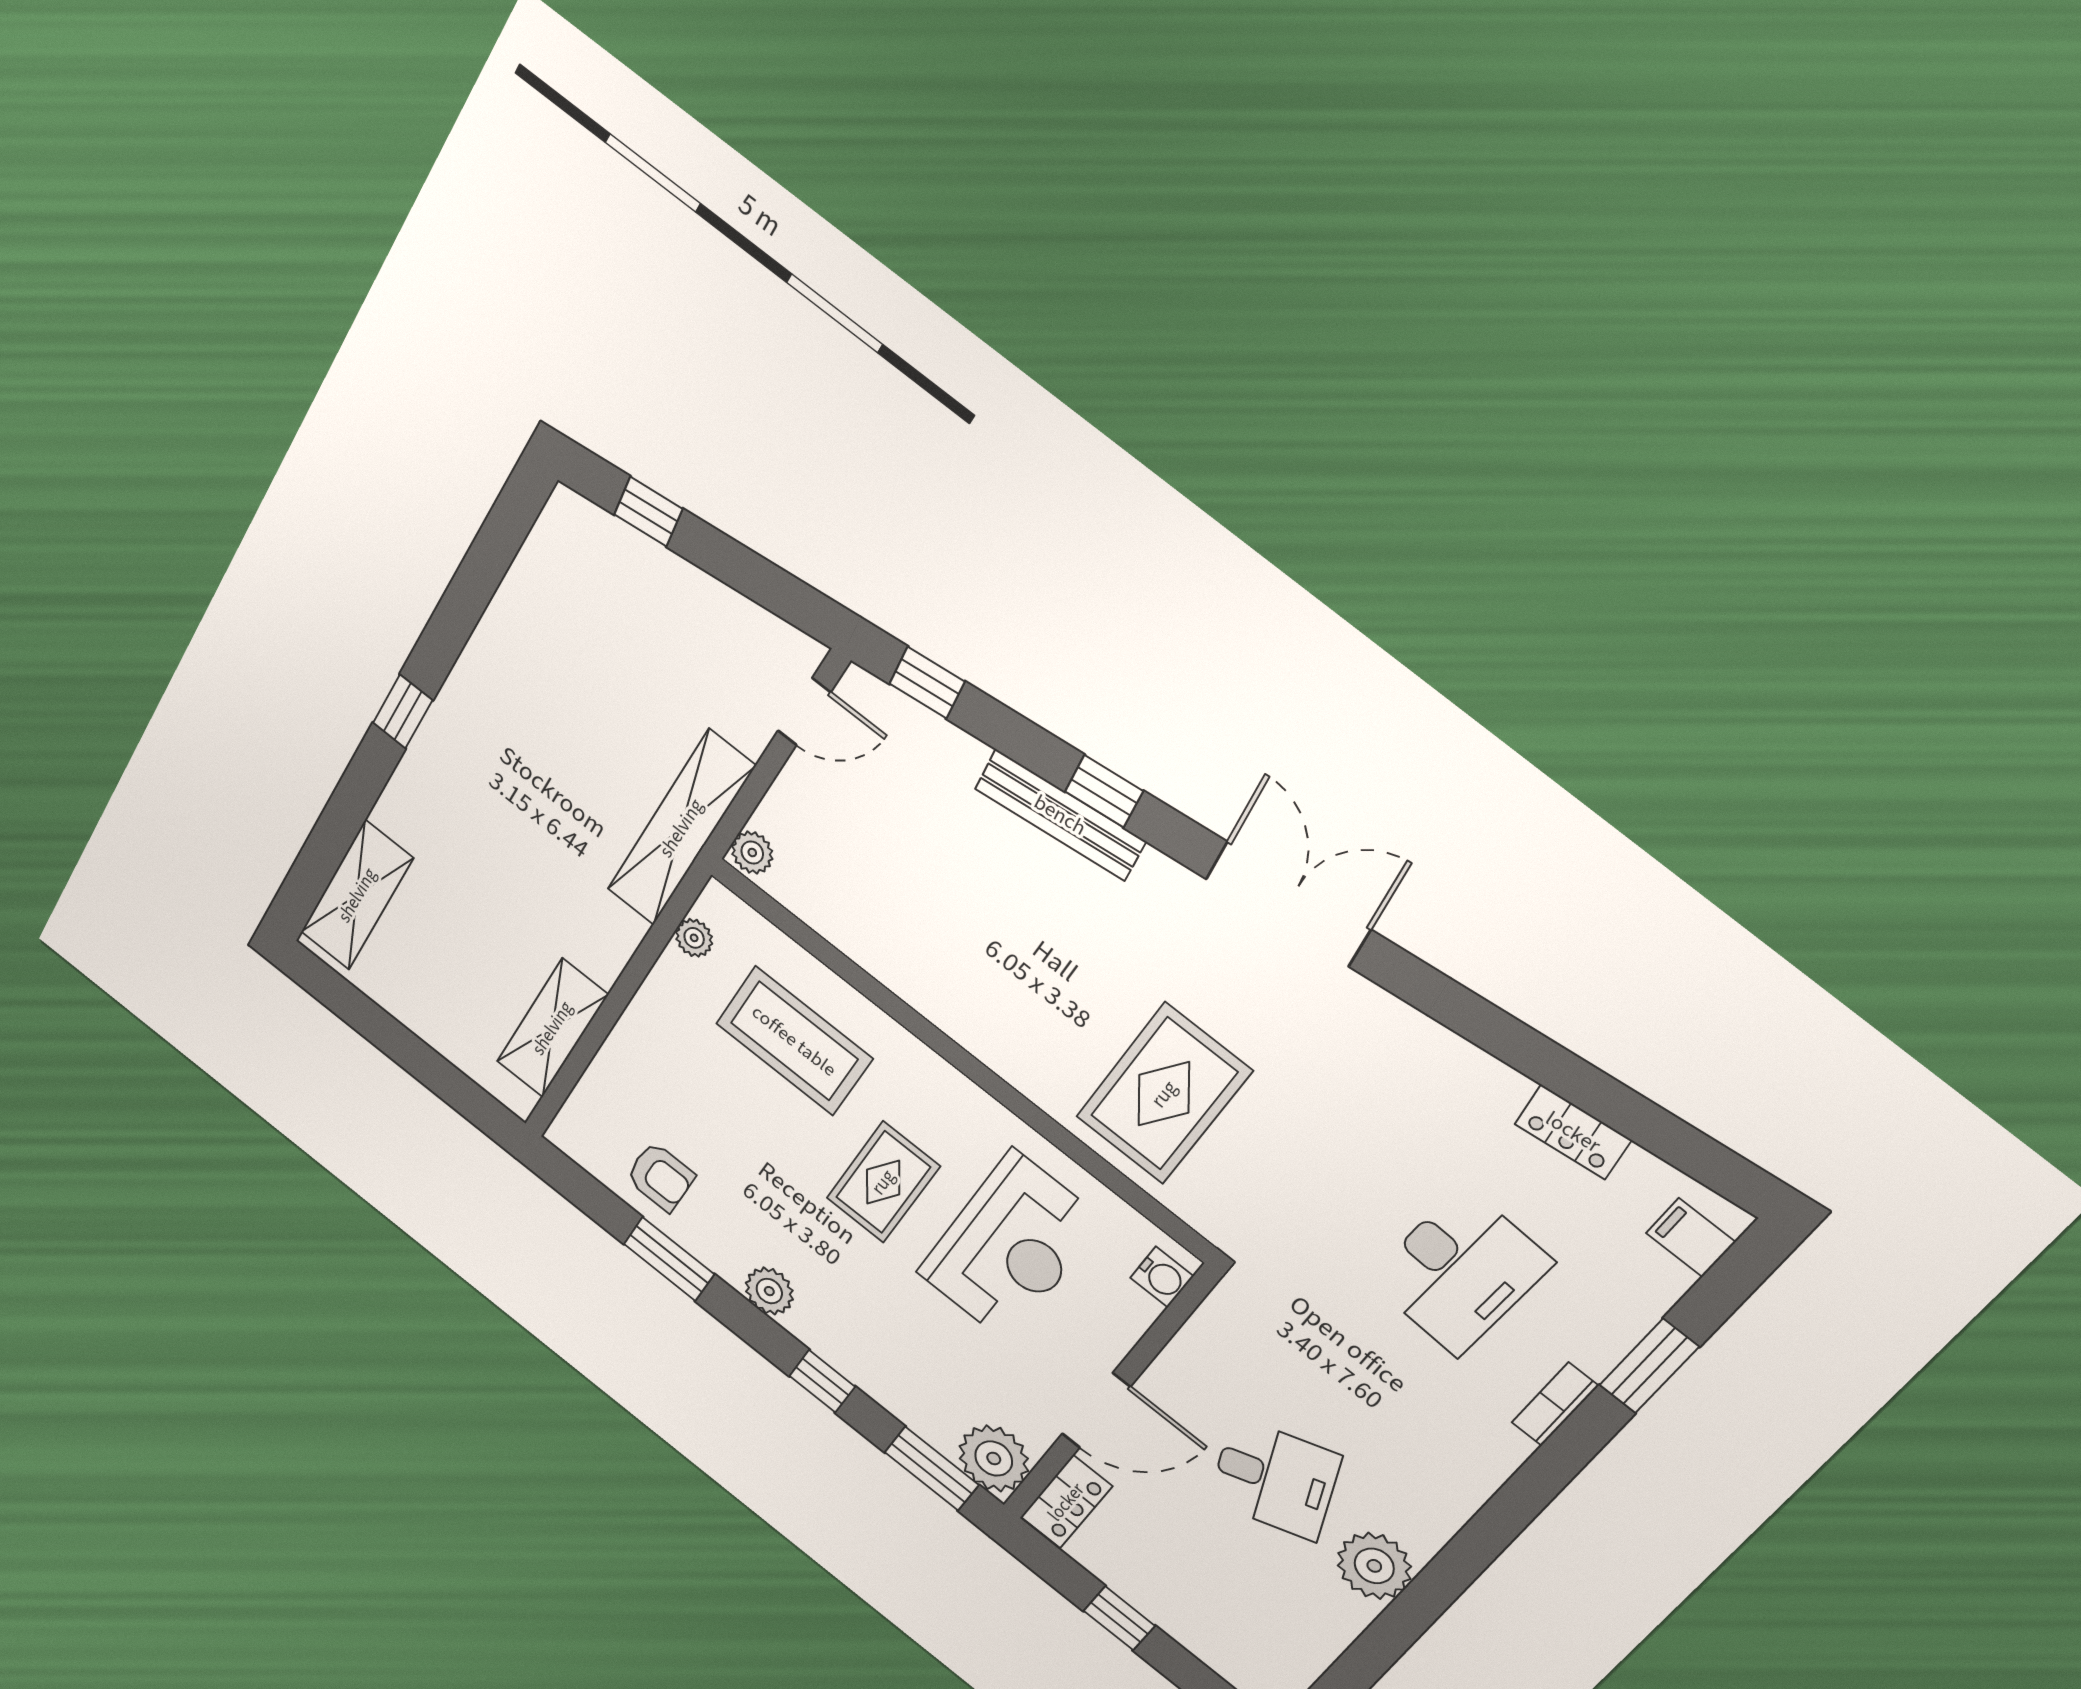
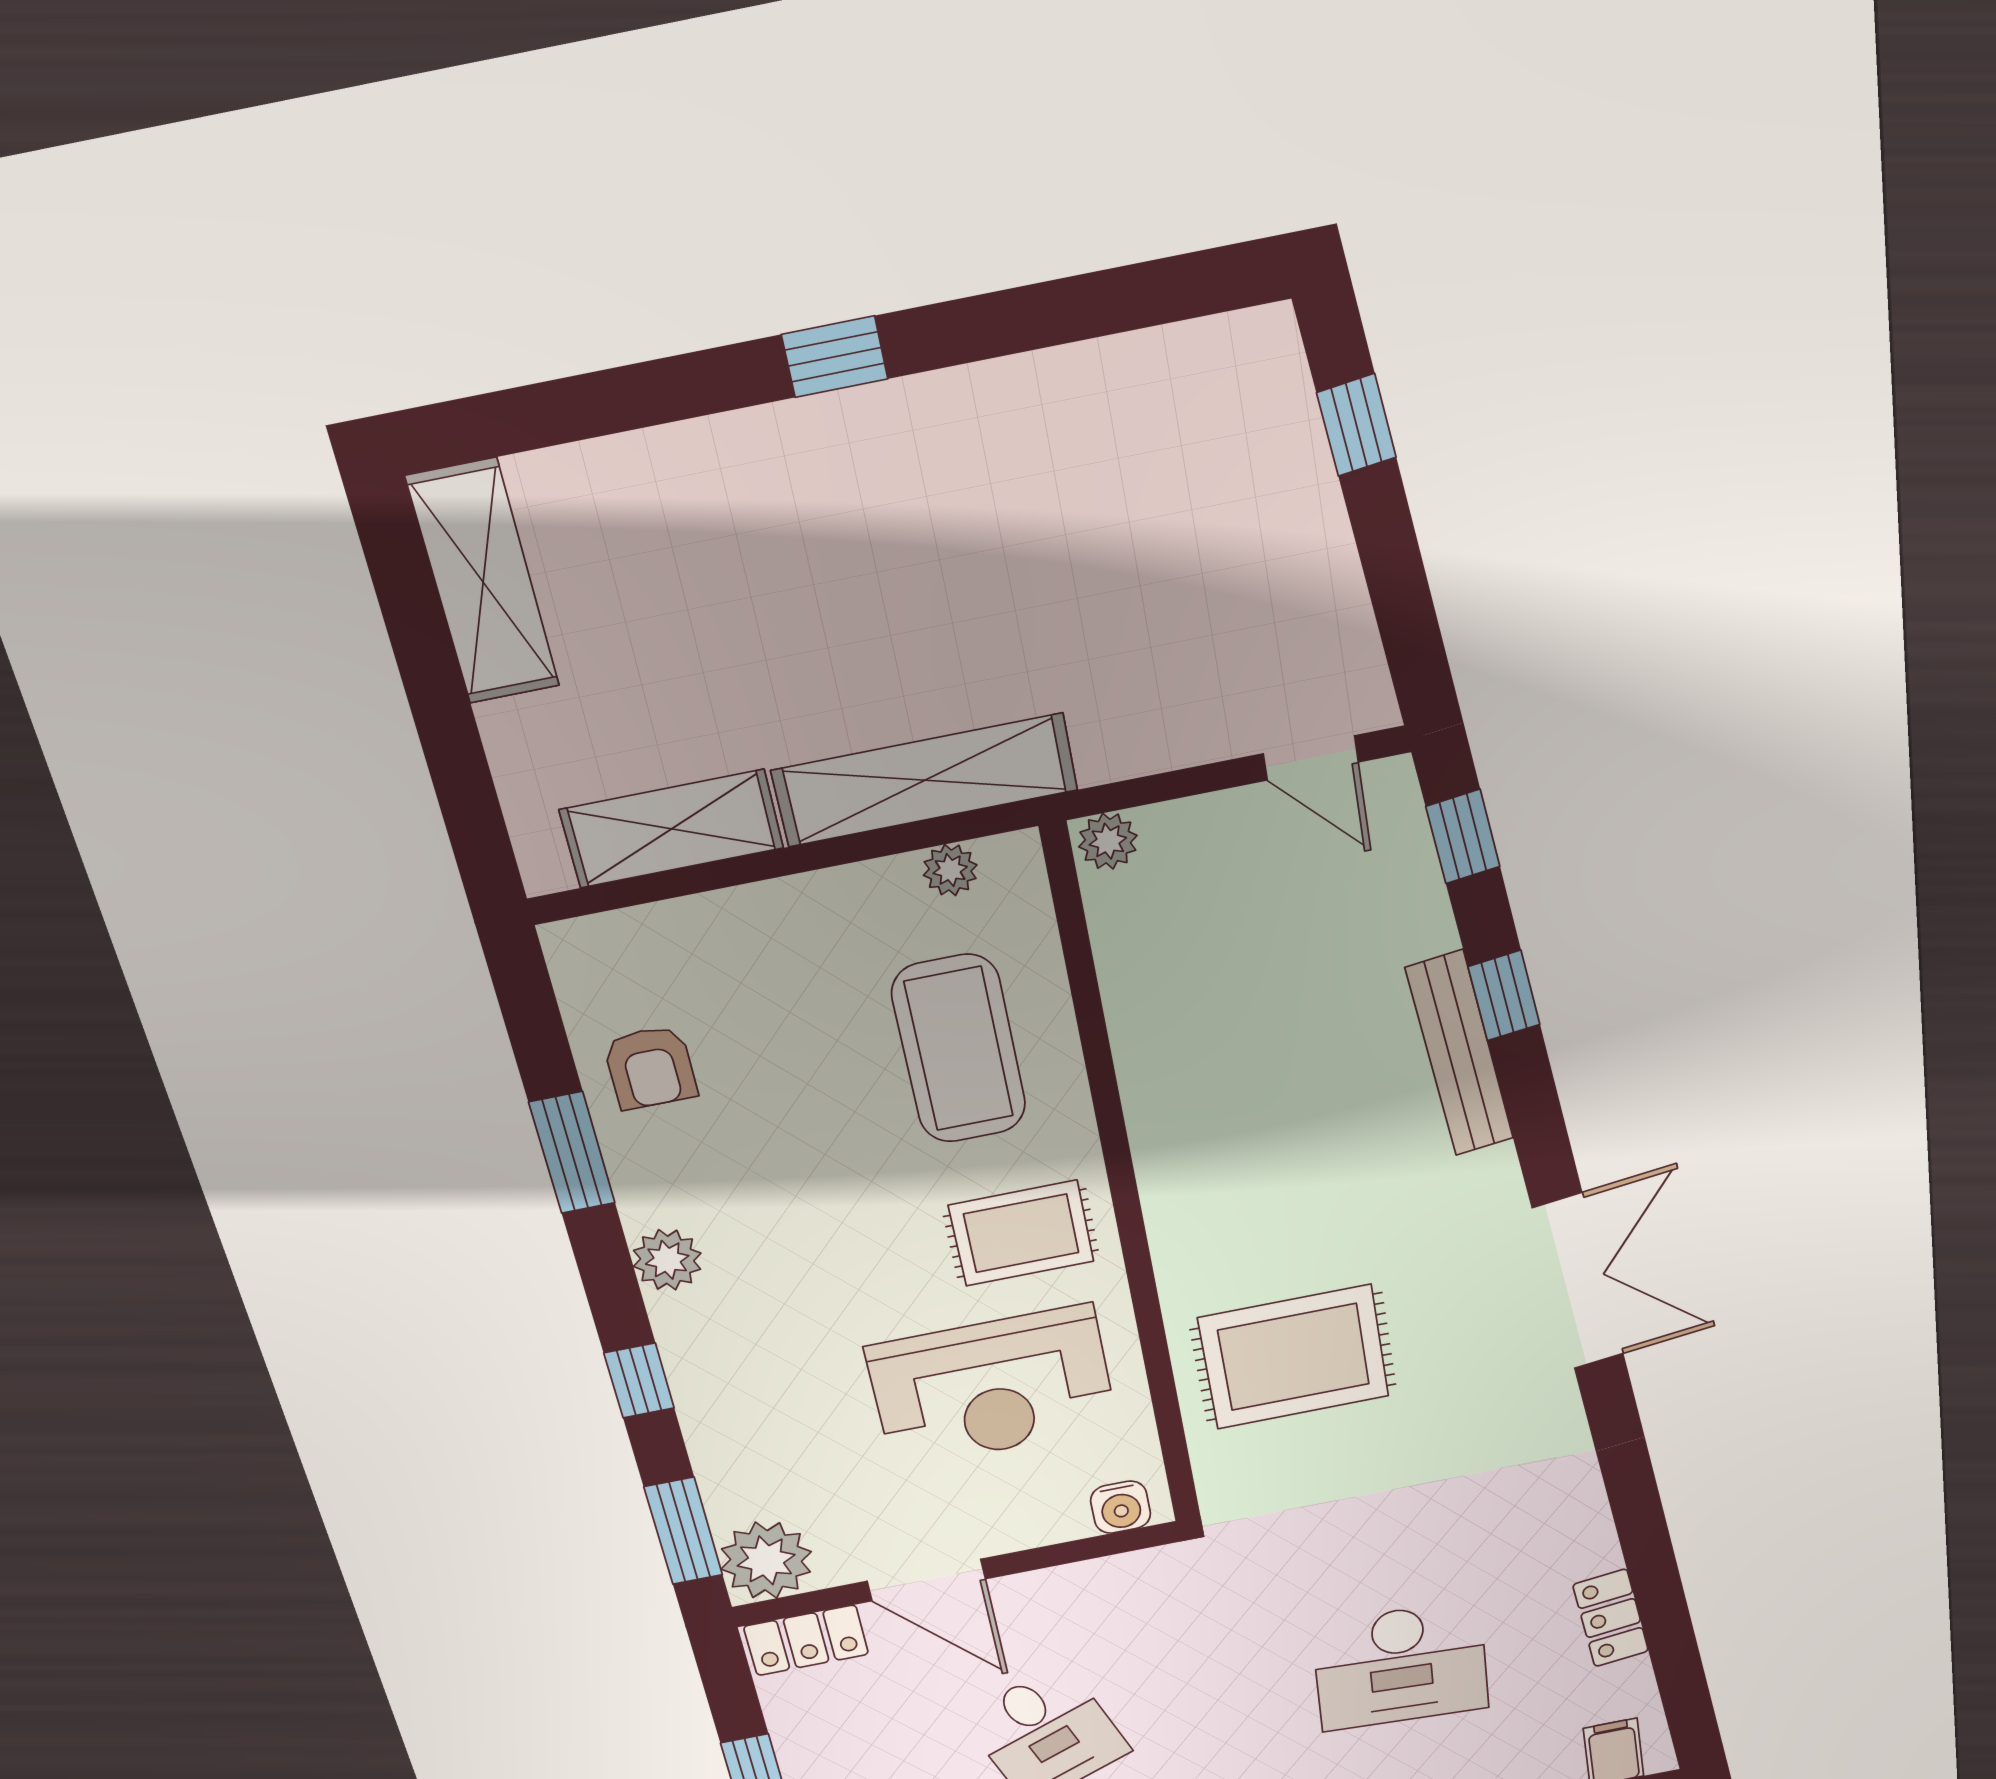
window: (1104, 791) -> (1504, 996), moved
shelving: (681, 828) -> (925, 780), moved
shelving: (357, 895) -> (483, 582), moved, turned 90
rug: (883, 1182) -> (1021, 1233), moved

